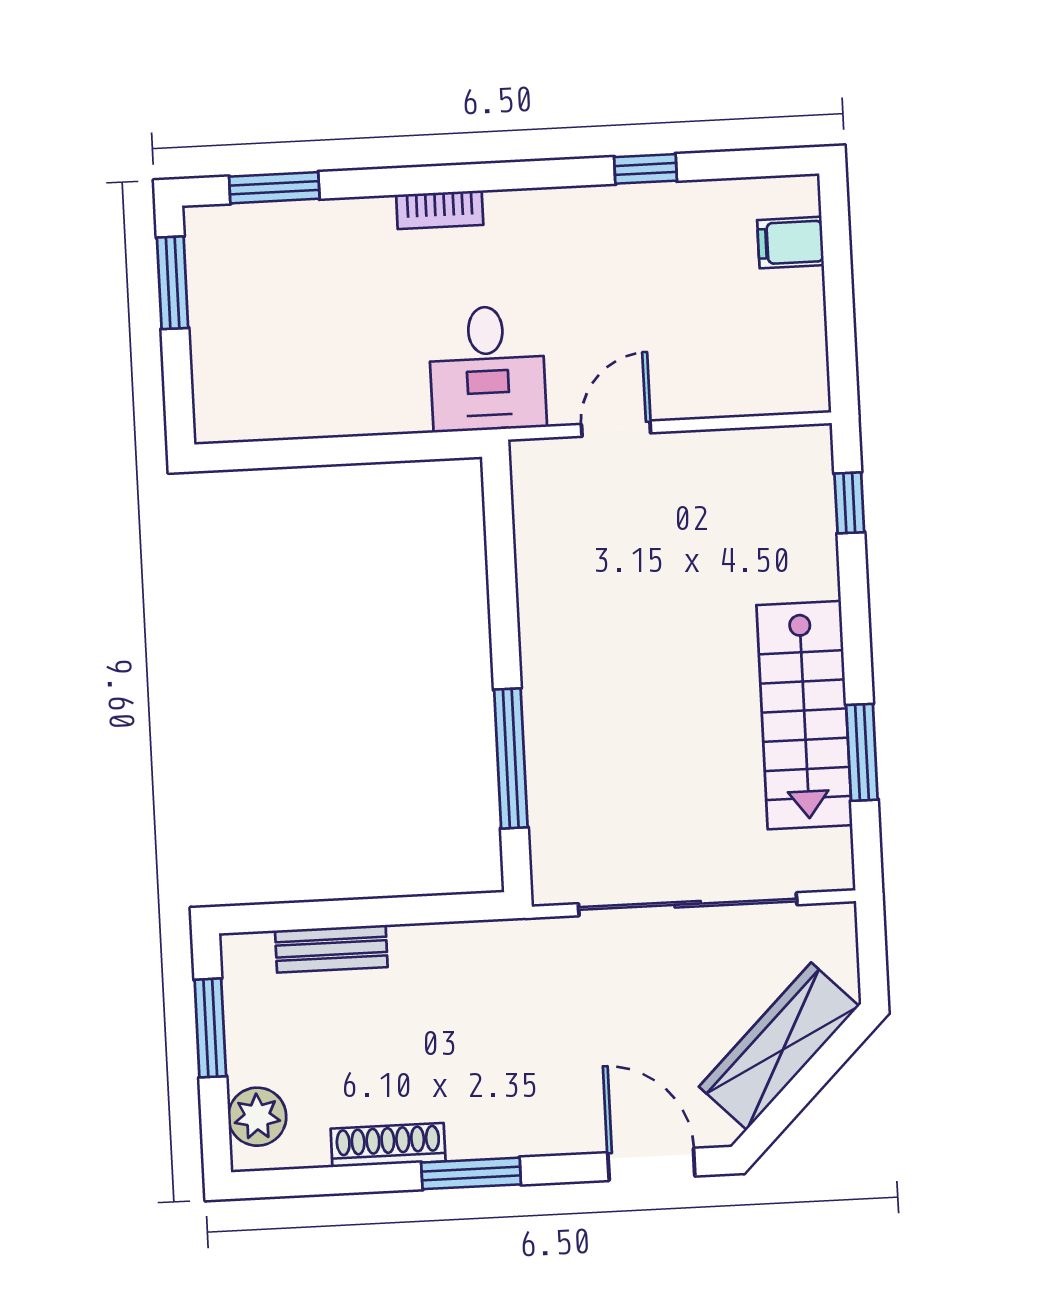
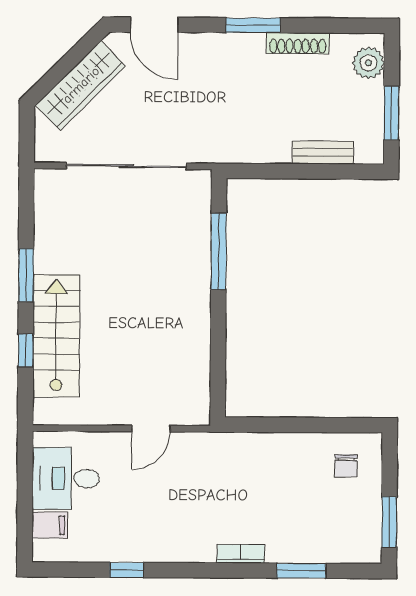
window: (274, 188) -> (301, 571), moved
desk: (487, 368) -> (66, 478), moved, turned -90
chair: (257, 381) -> (346, 466), added
window: (849, 503) -> (26, 351), moved
stairs: (804, 715) -> (56, 336), moved
window: (862, 752) -> (26, 275), moved

